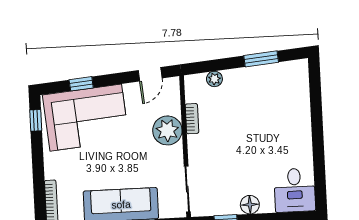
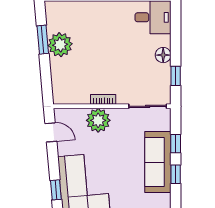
plant: (214, 79) -> (60, 45), moved, width x1.88, depth x1.88
bookcase: (192, 119) -> (103, 99), moved

